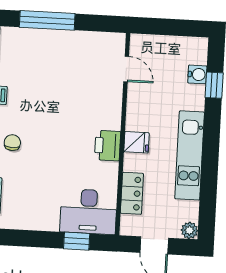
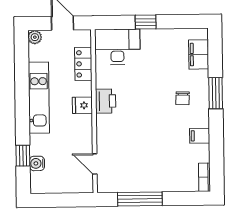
window: (47, 20) -> (140, 199), moved
window: (77, 241) -> (146, 22), moved

